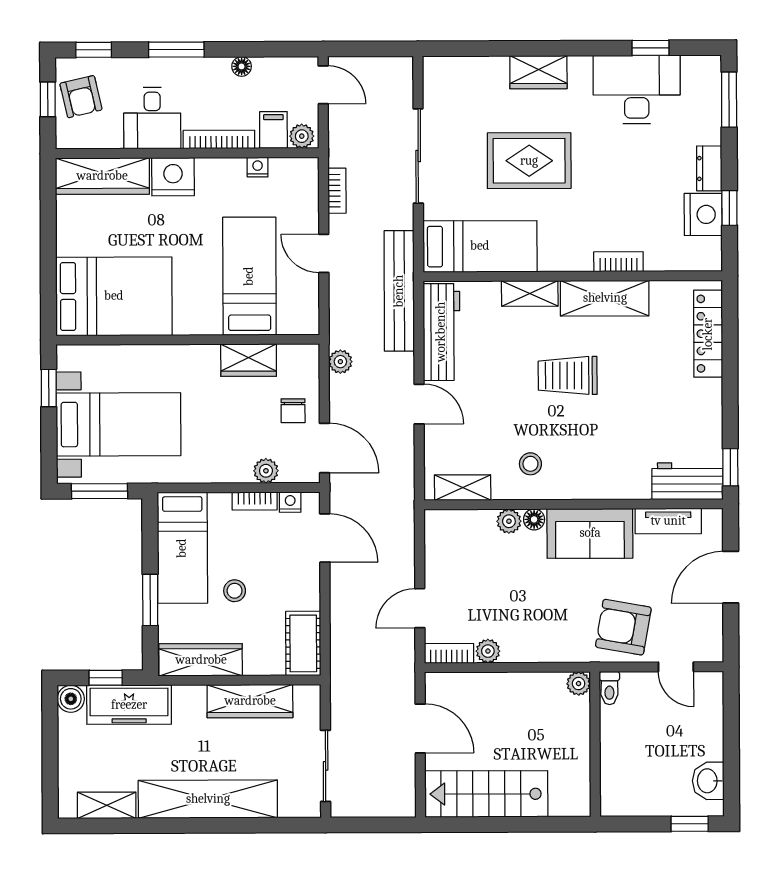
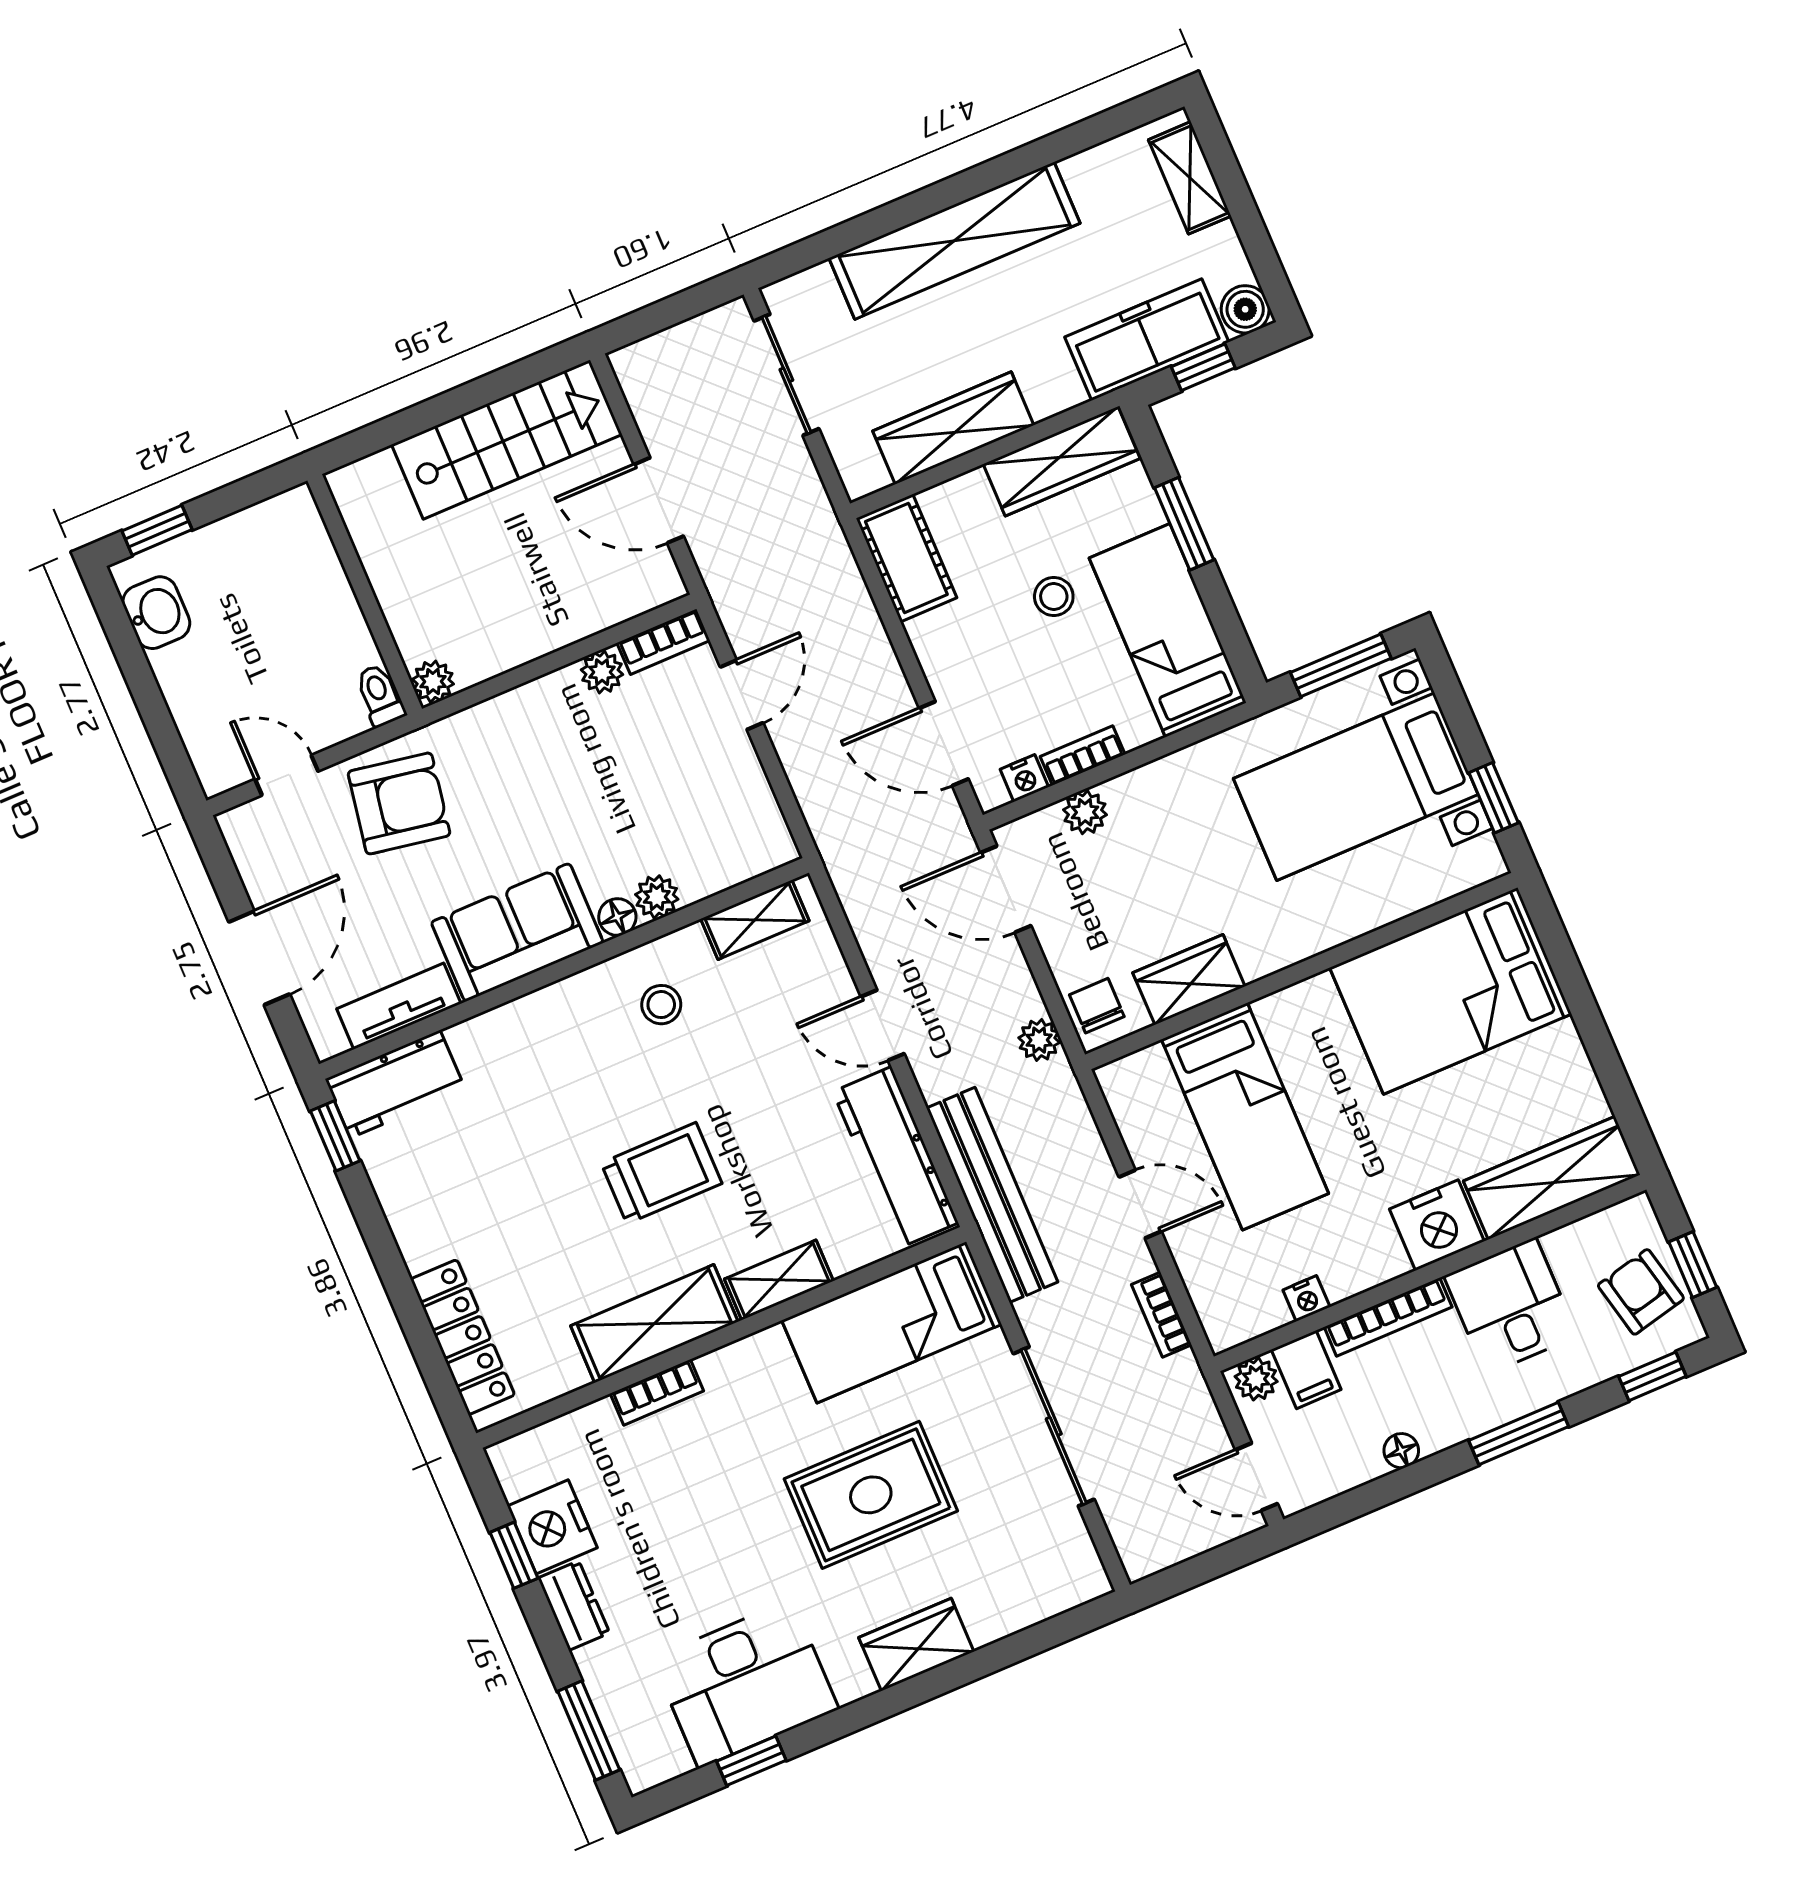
chair: (293, 411) -> (1097, 1006), moved
shelving: (107, 805) -> (1190, 178), moved, turned 90

